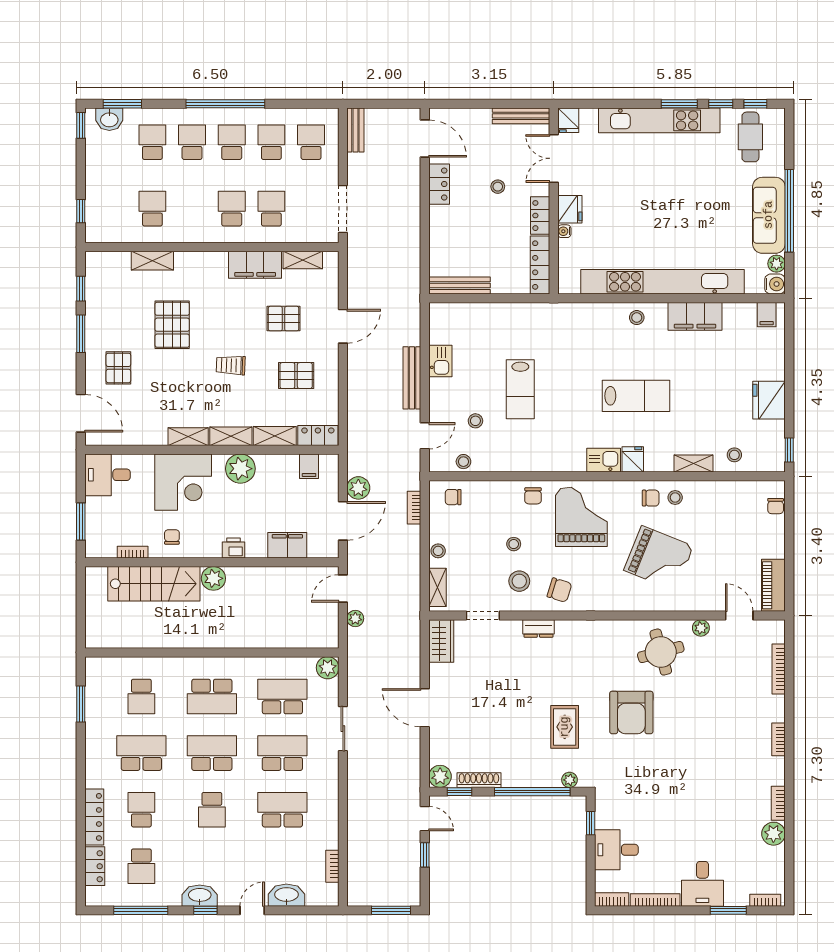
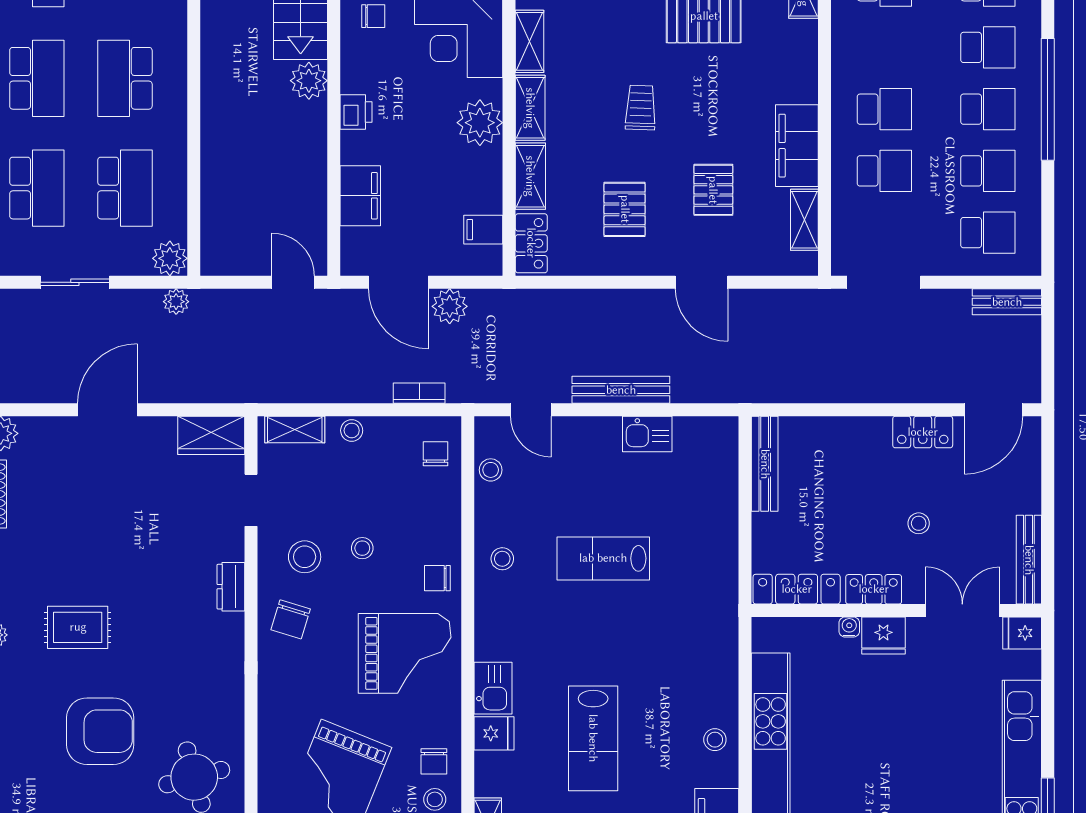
stool: (475, 421) -> (502, 559), moved
plant: (355, 619) -> (176, 302), moved
armchair: (631, 712) -> (100, 731), turned 180

